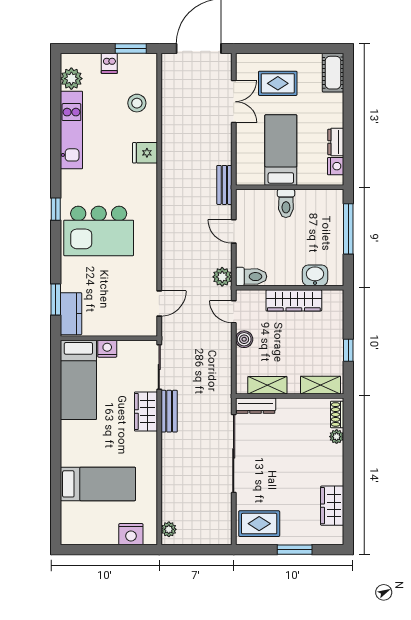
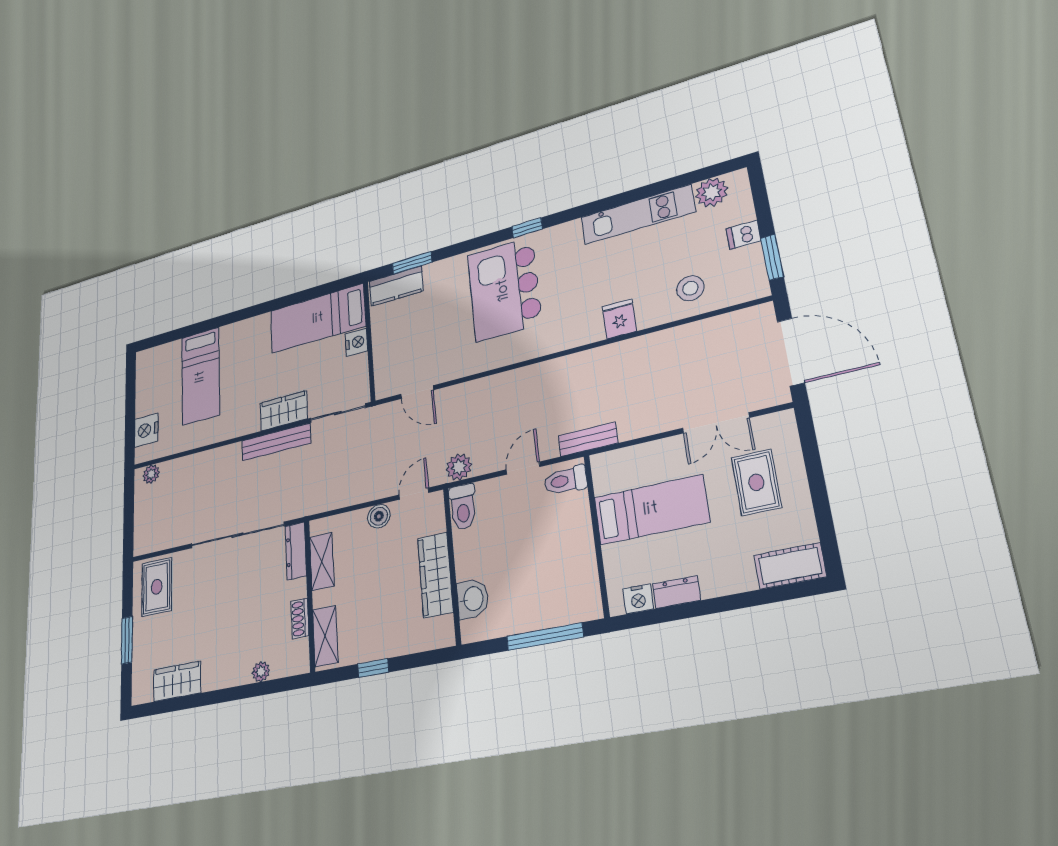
toilet: (286, 203) -> (565, 480), moved
bench: (169, 411) -> (276, 442), width x1.36
shoe rack: (337, 414) -> (300, 618), moved, turned -90

